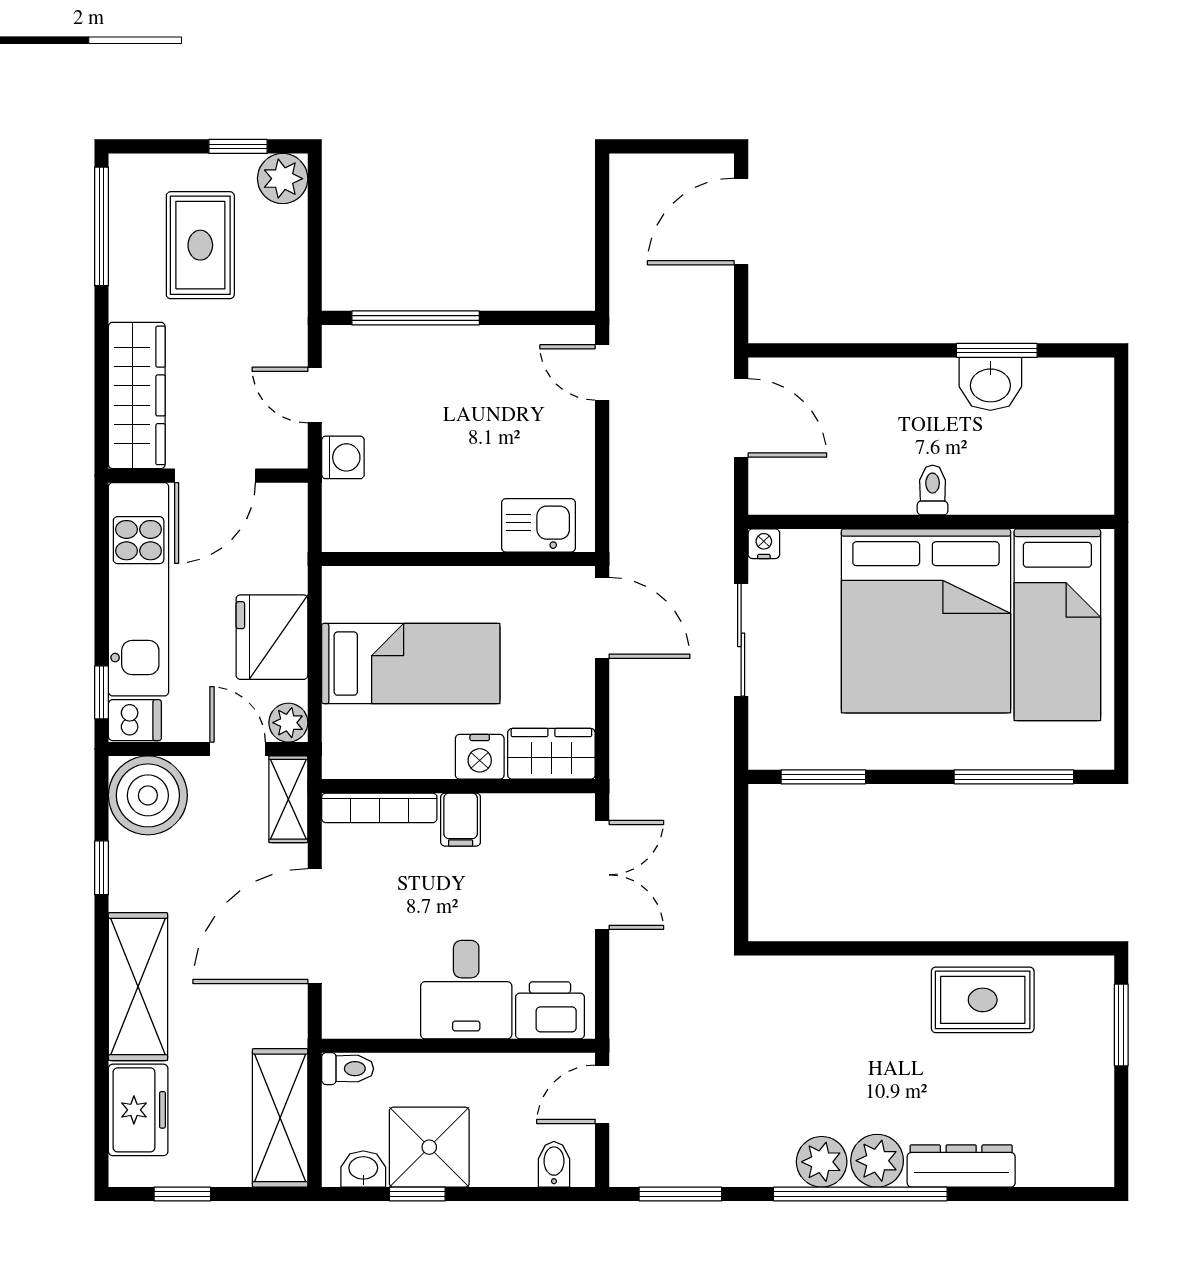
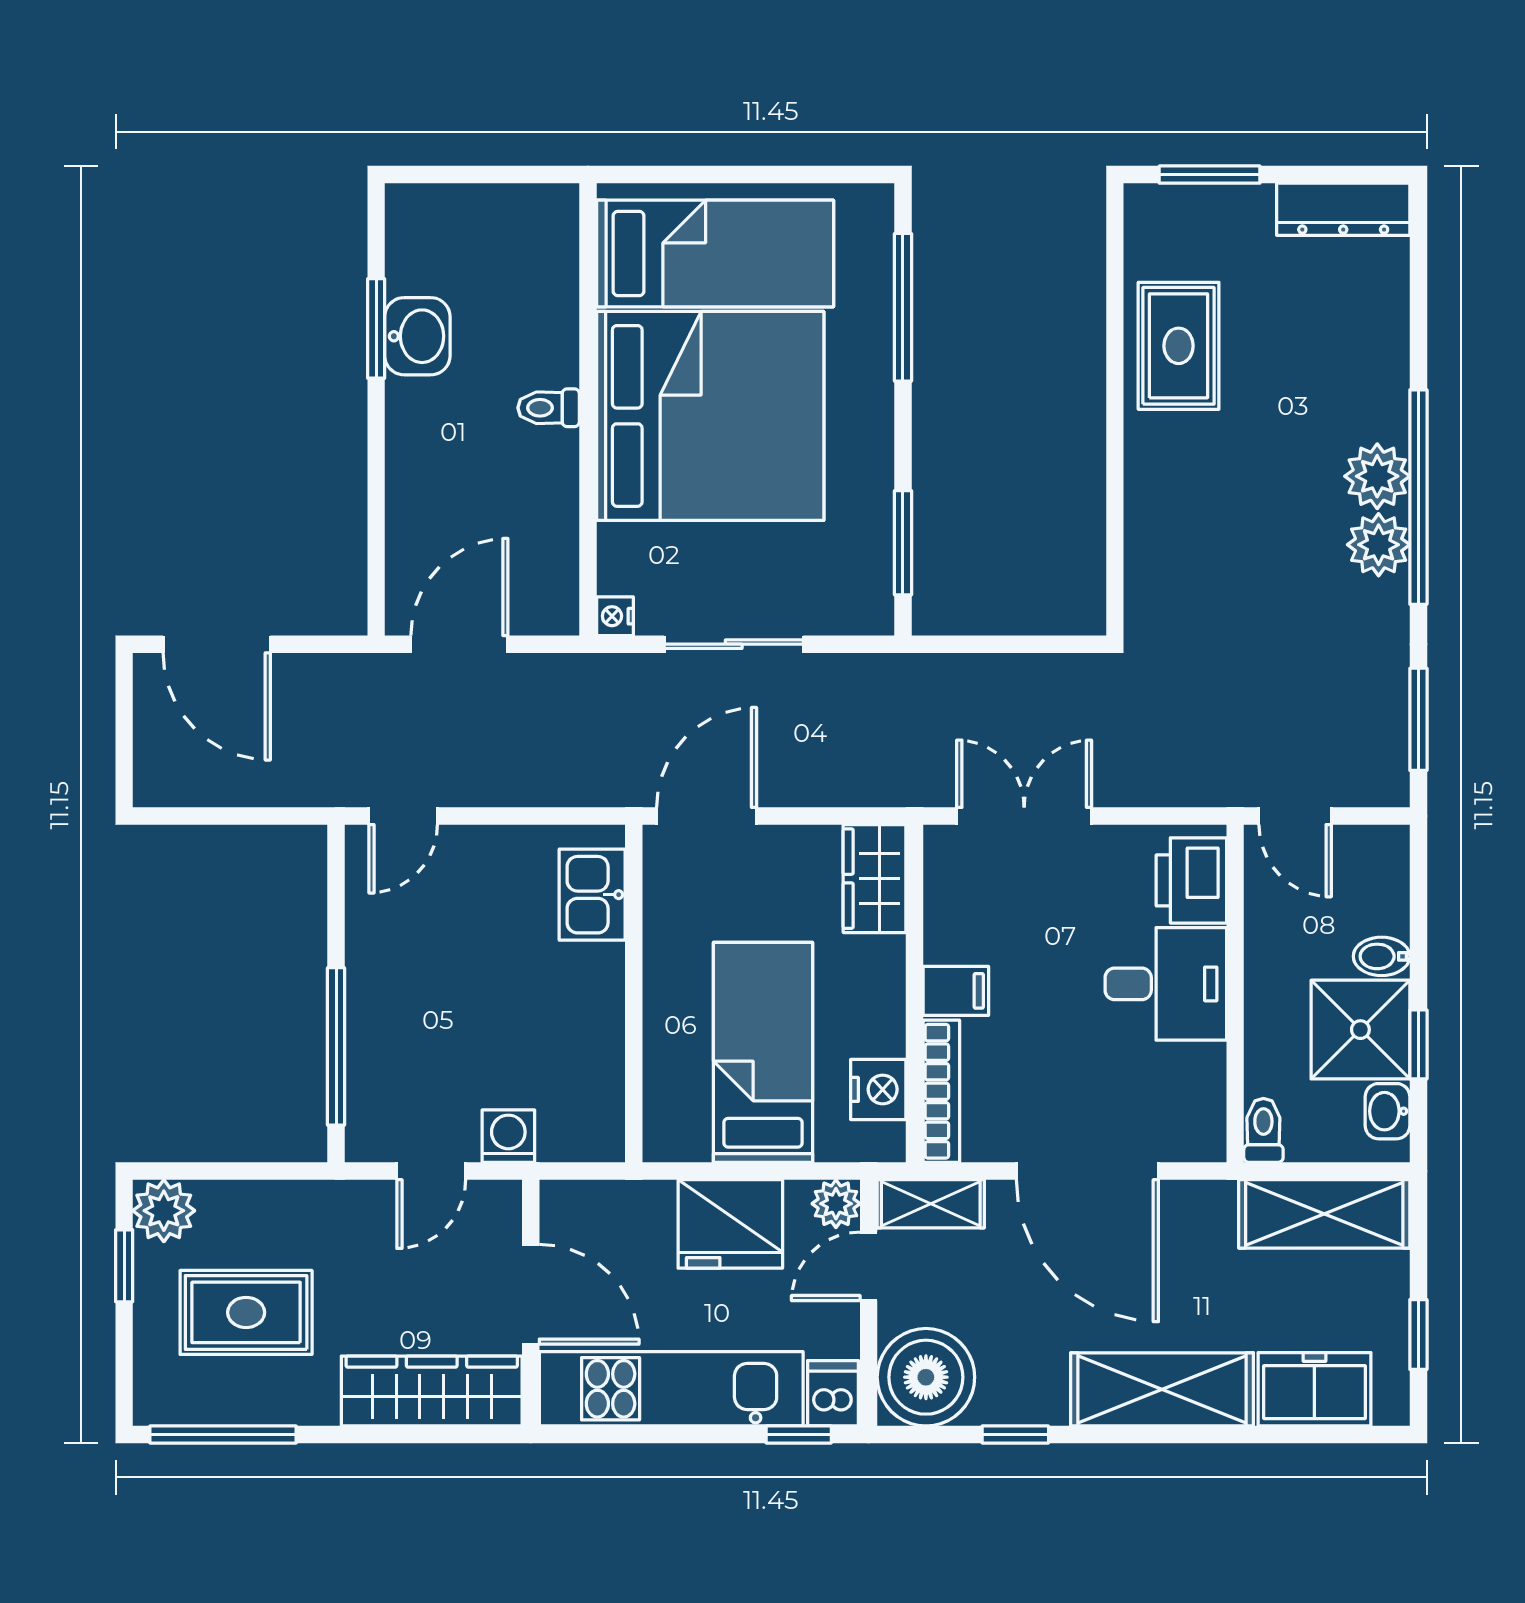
nightstand: (480, 757) -> (878, 1089), moved
bidet: (554, 1164) -> (1382, 956), moved
dresser: (961, 1166) -> (1343, 209), moved, turned -90

